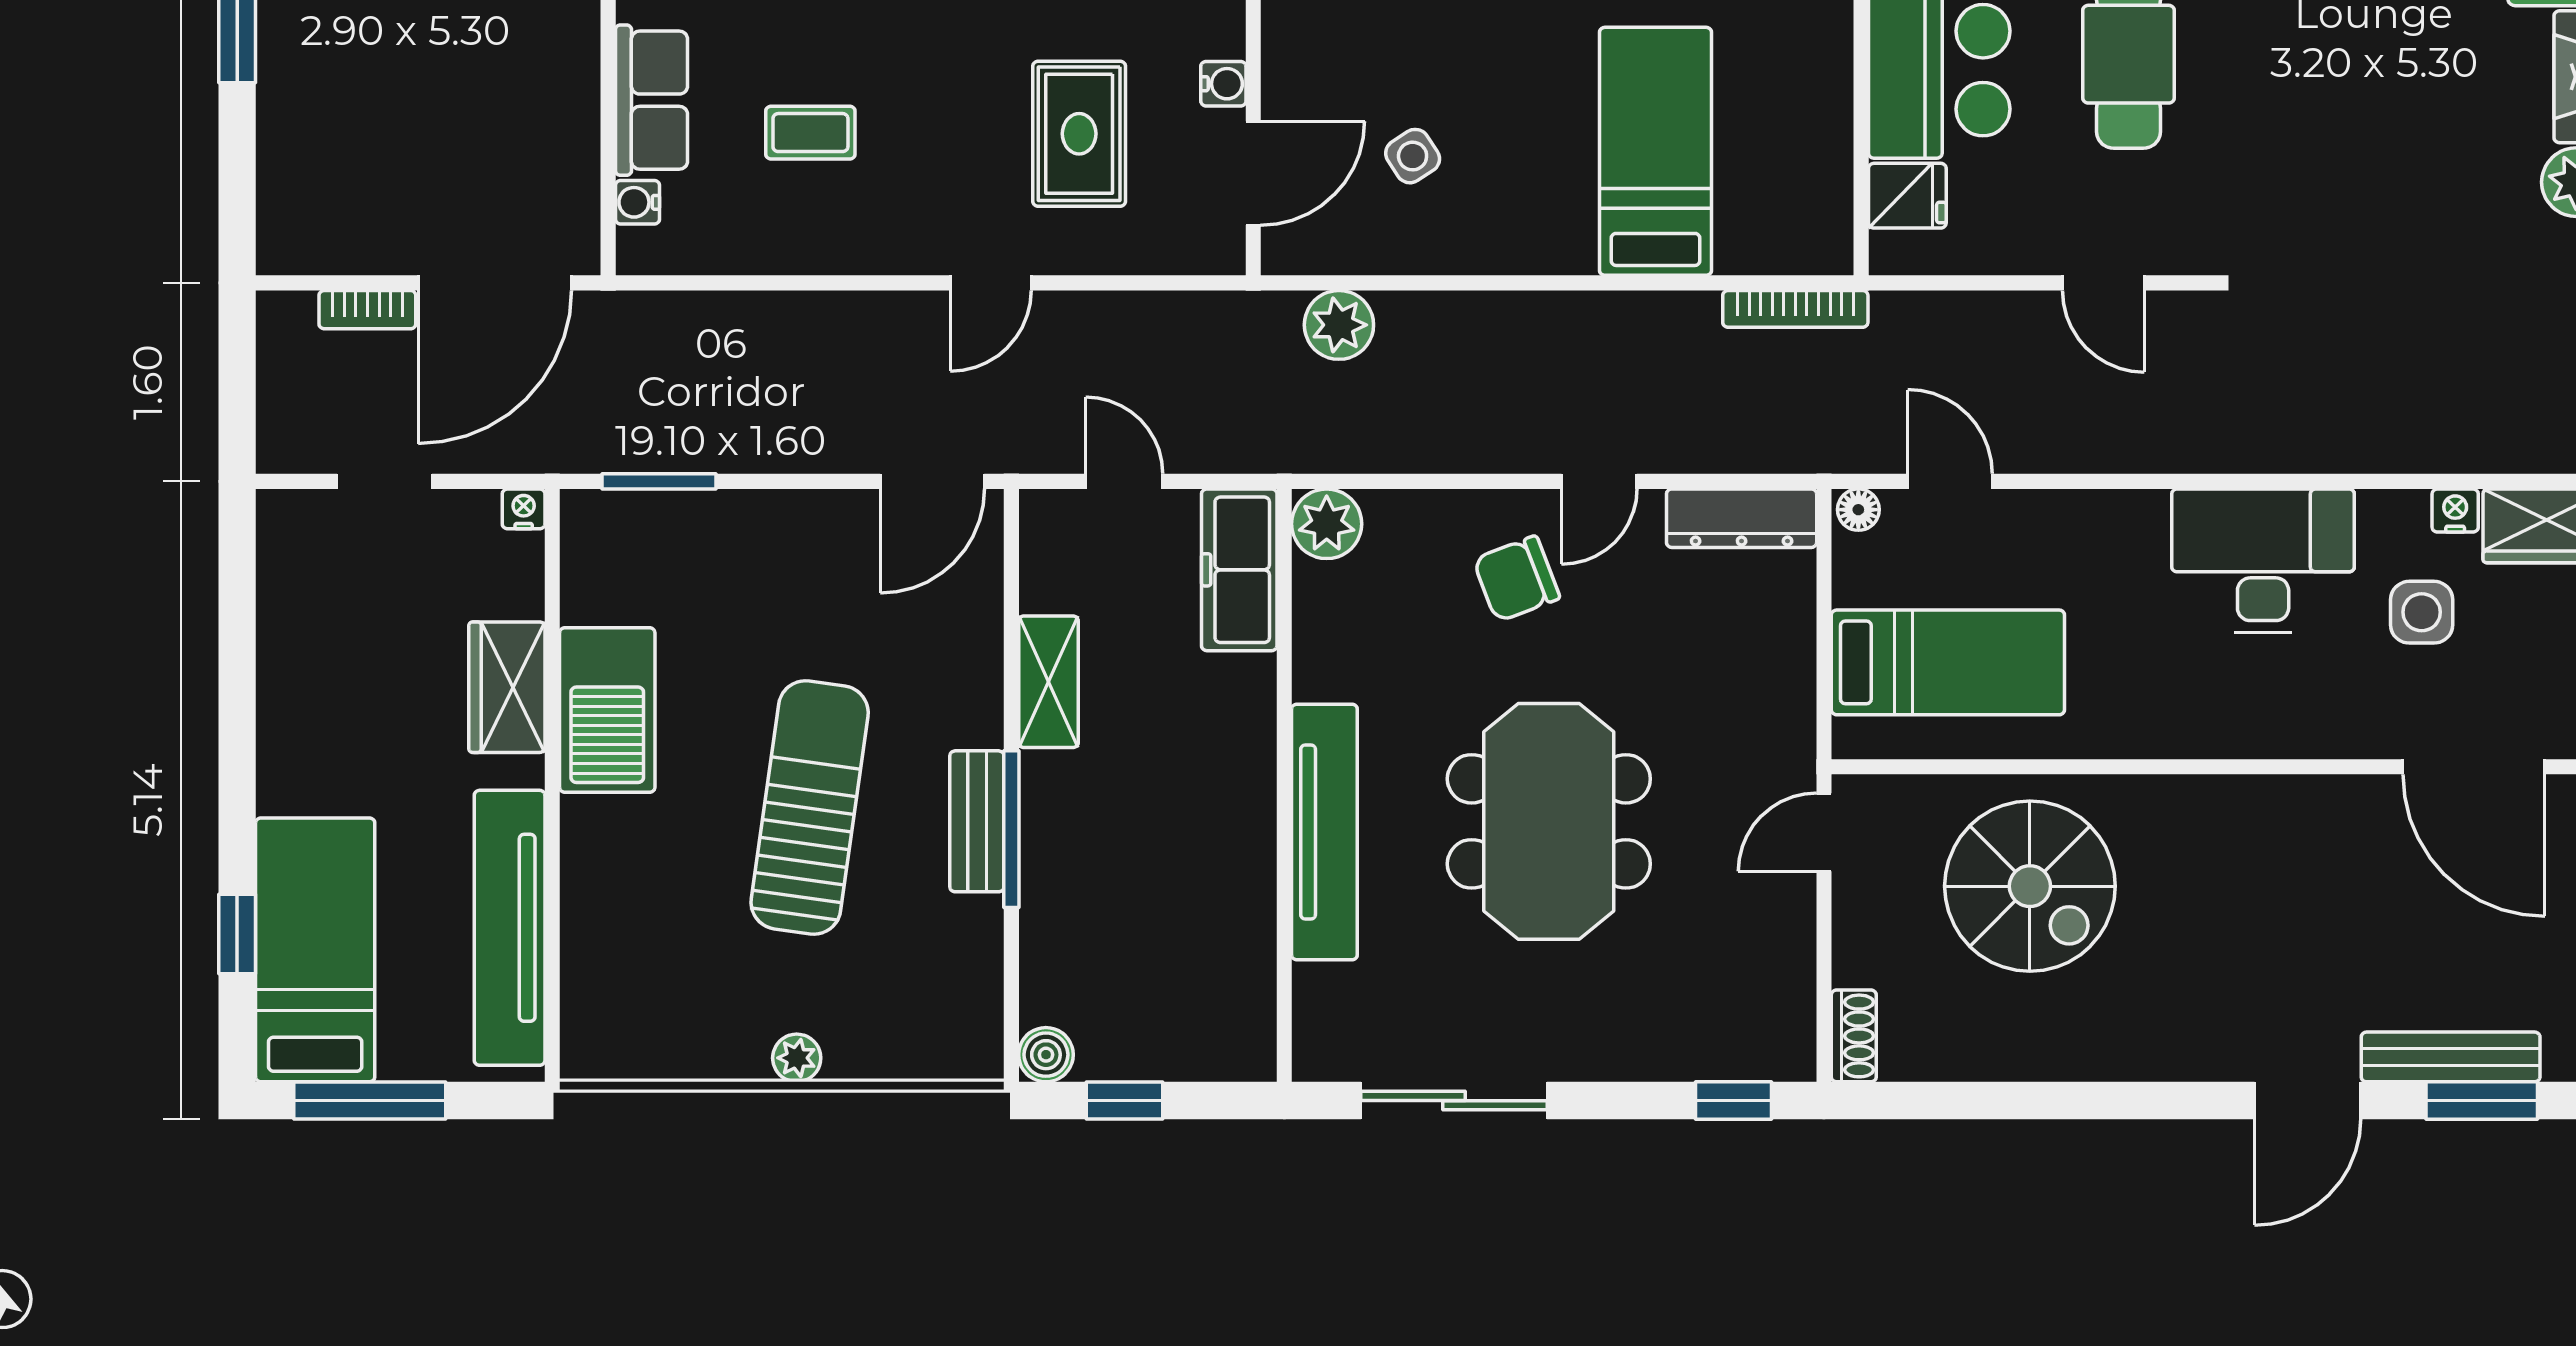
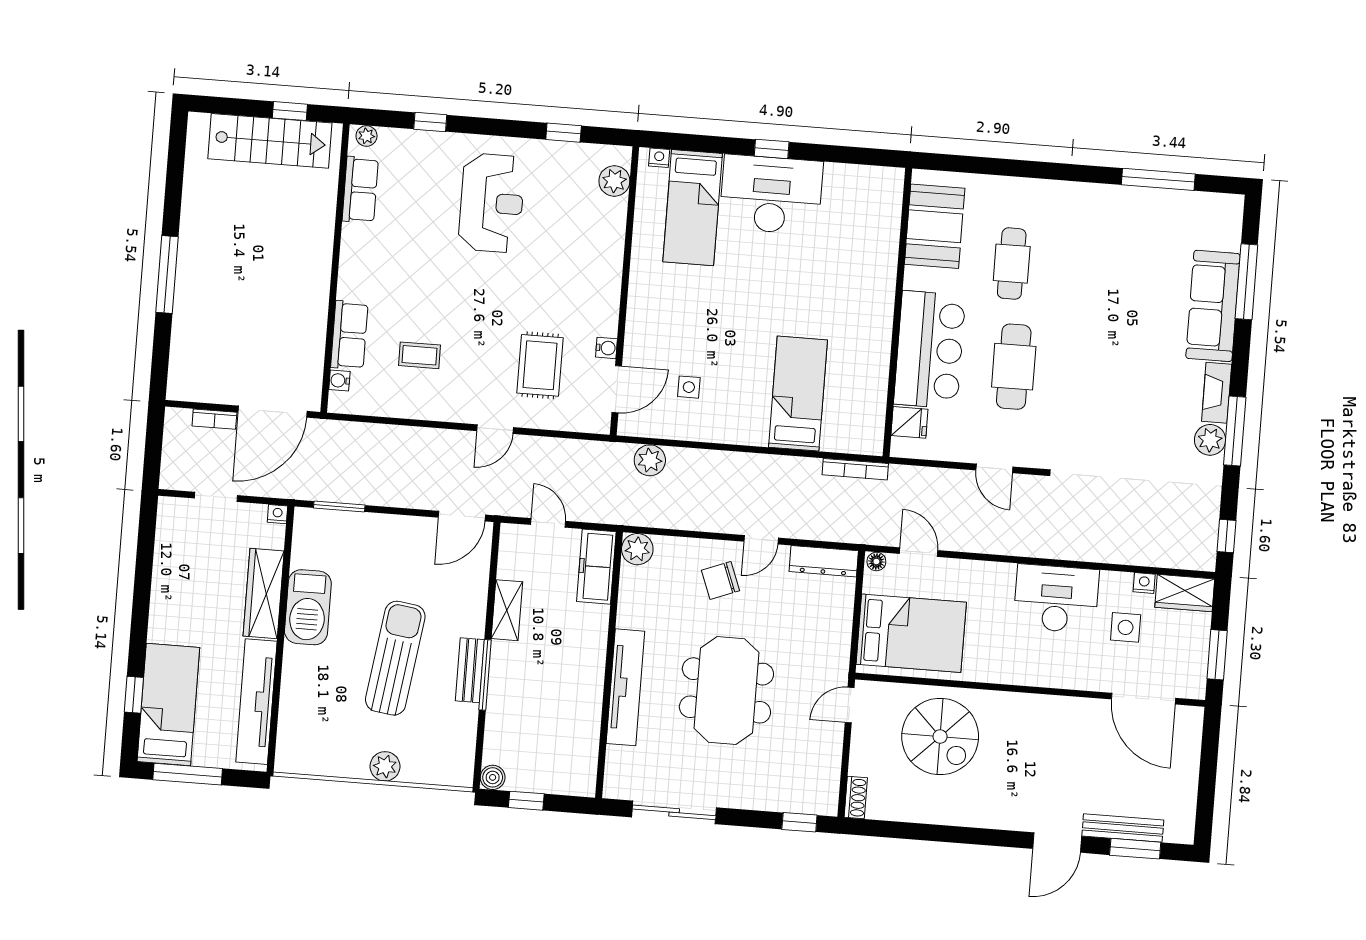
side table: (1413, 156) -> (689, 387), turned 33
bed: (1948, 662) -> (911, 633), width x1.50
wardrobe: (507, 687) -> (264, 593), width x1.50
plant: (797, 1058) -> (385, 766), width x1.38, depth x1.38

